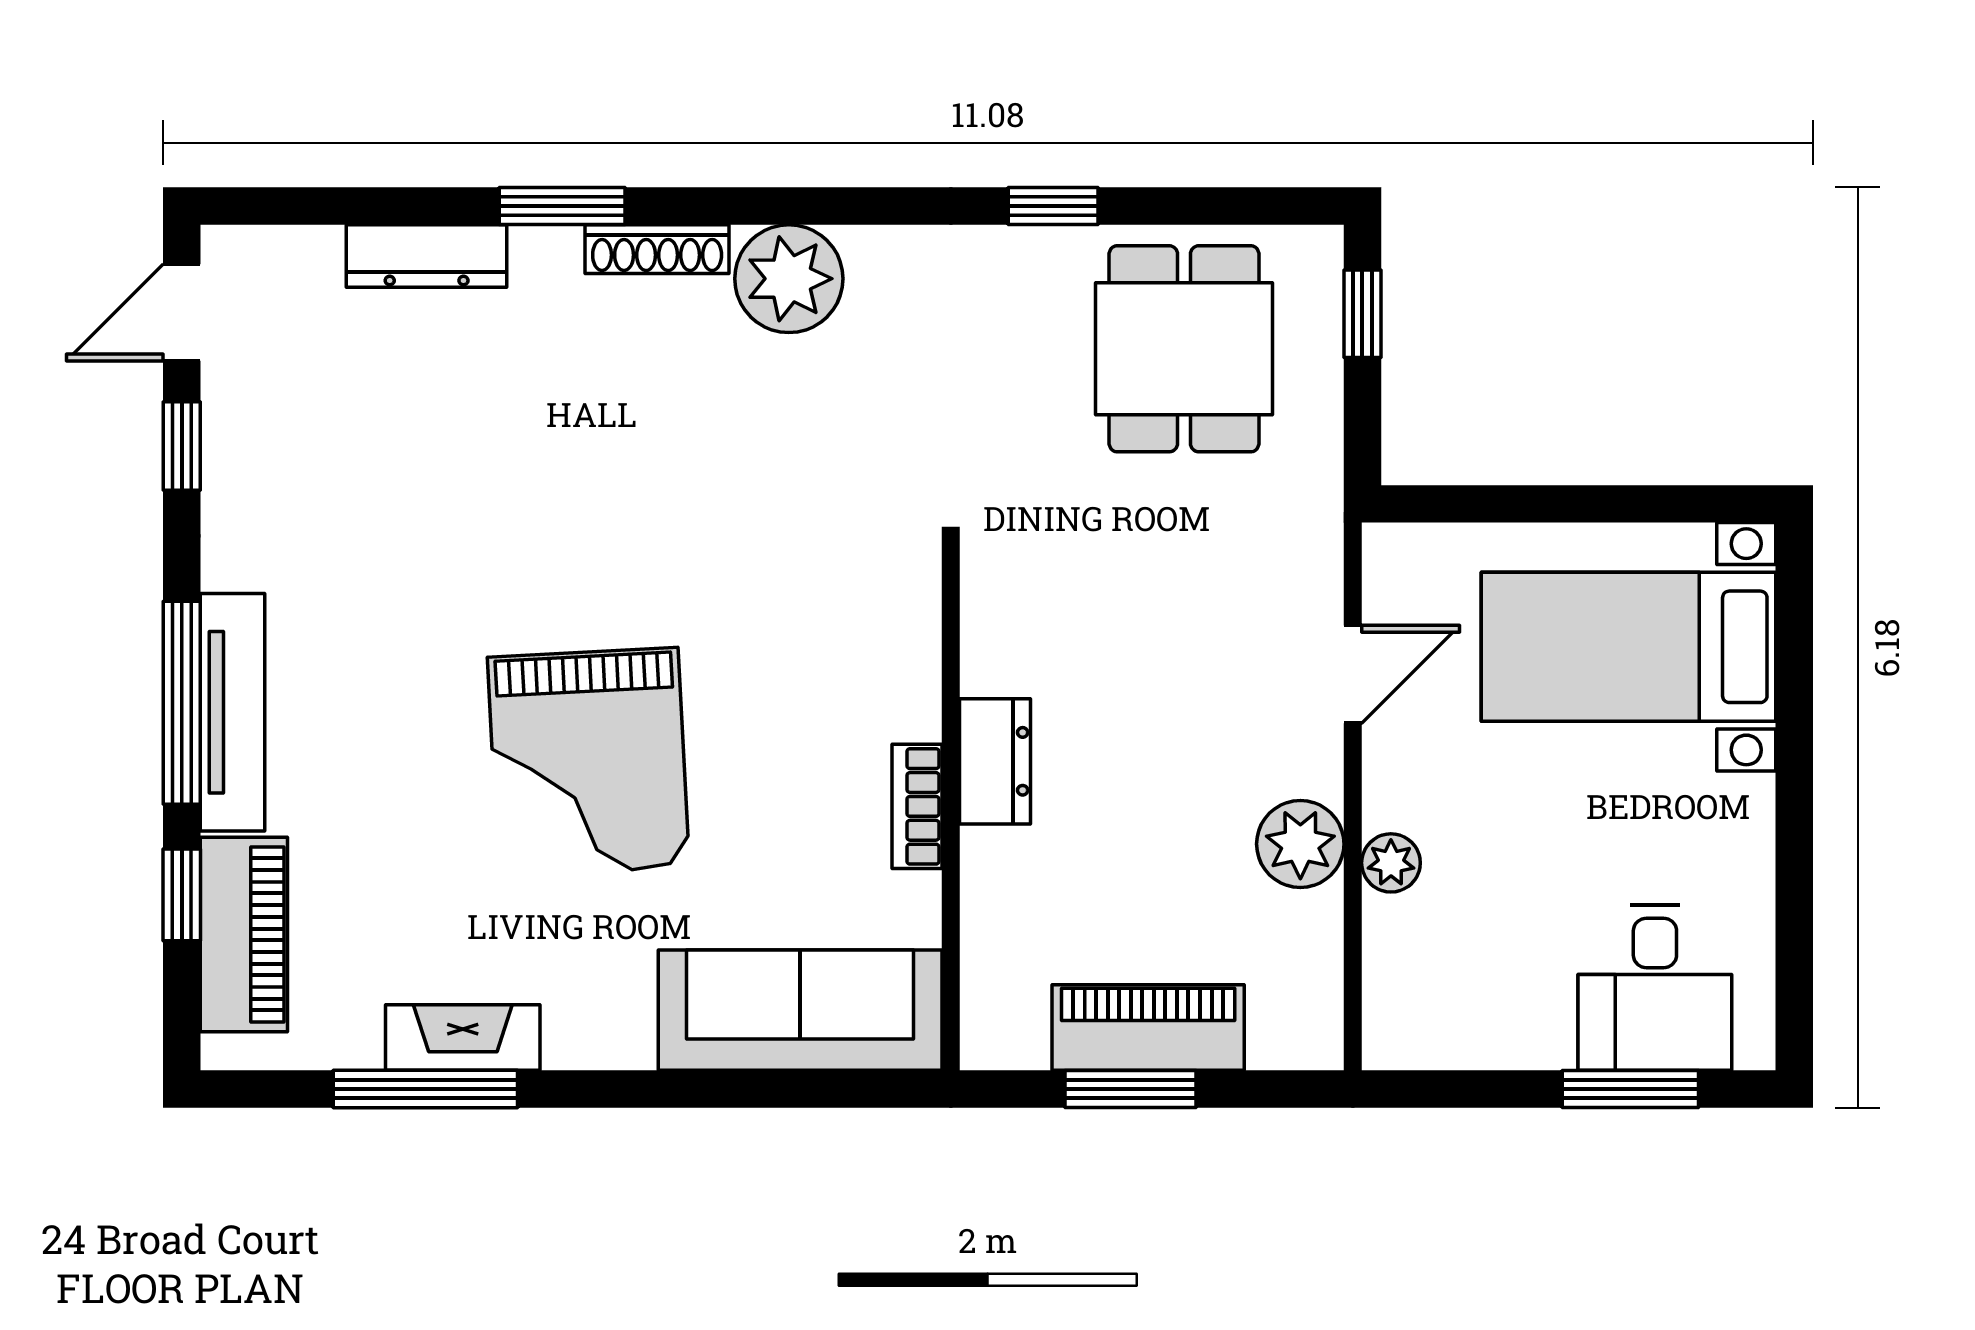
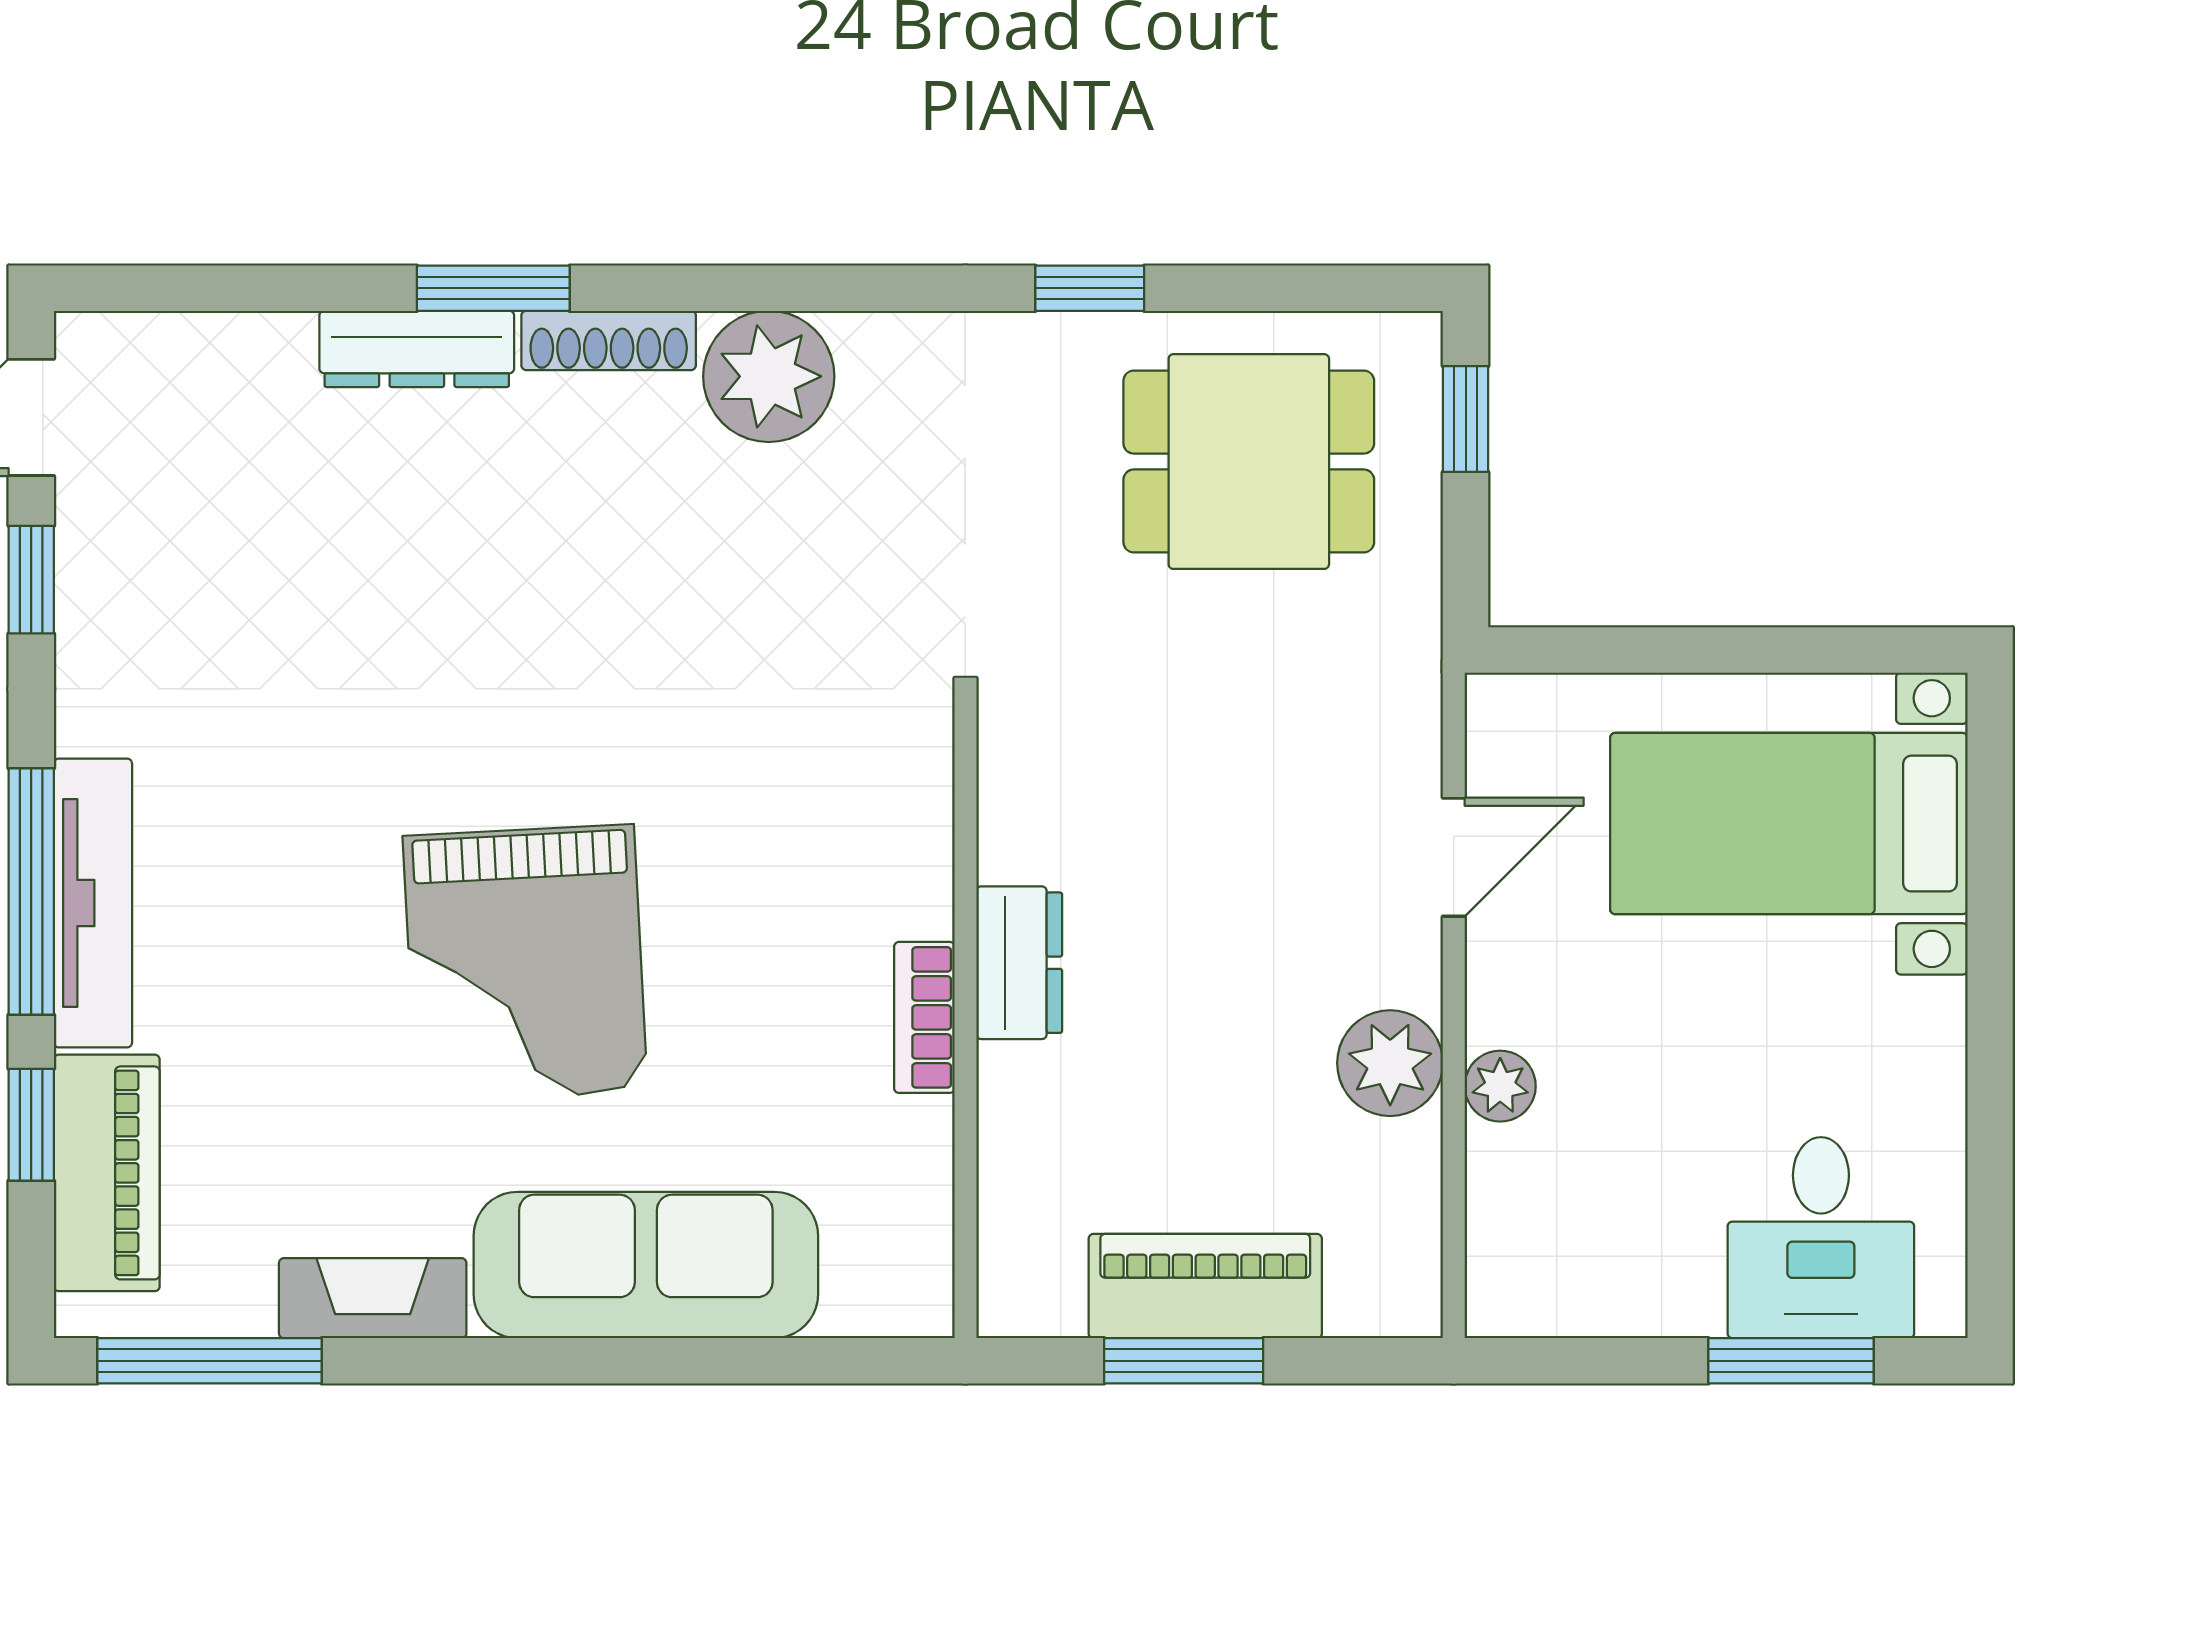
dresser: (427, 256) -> (417, 349), moved
dining table: (1184, 349) -> (1249, 462), turned 90
sofa: (800, 1010) -> (646, 1265), moved
window: (425, 1089) -> (210, 1361), moved

